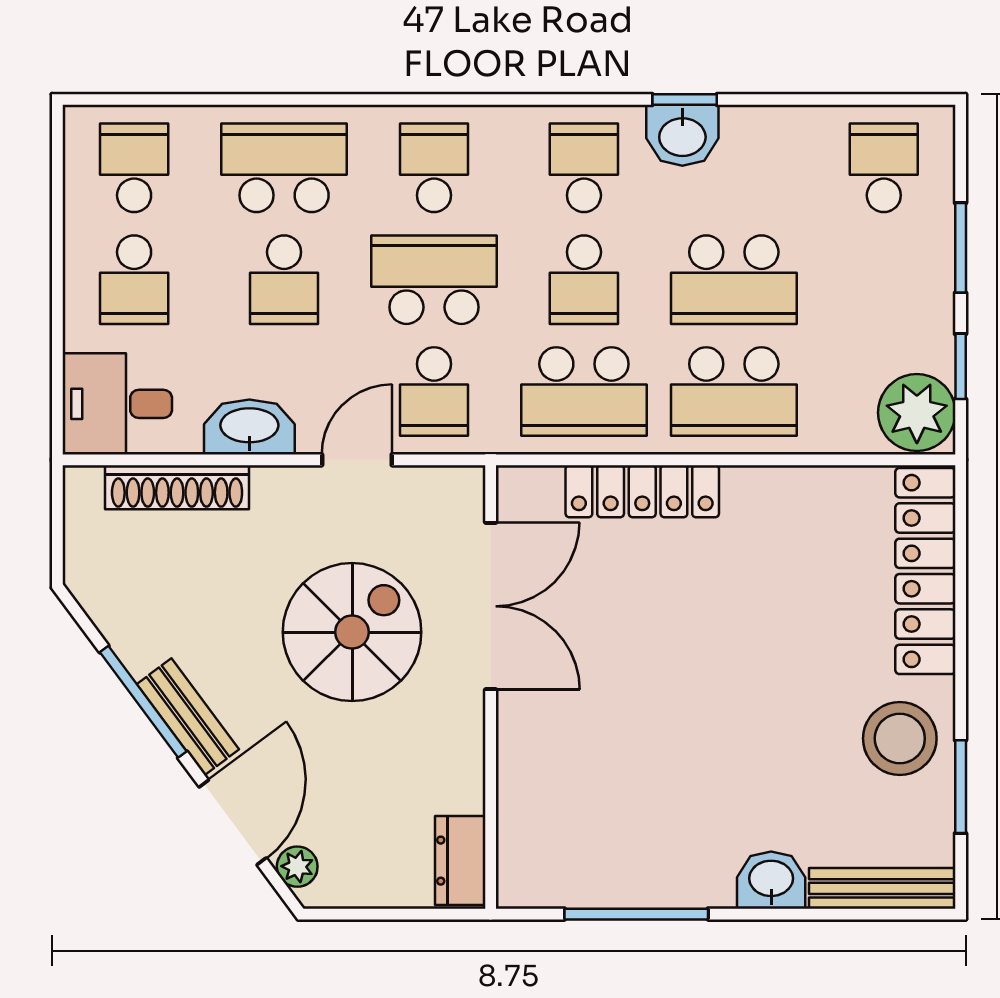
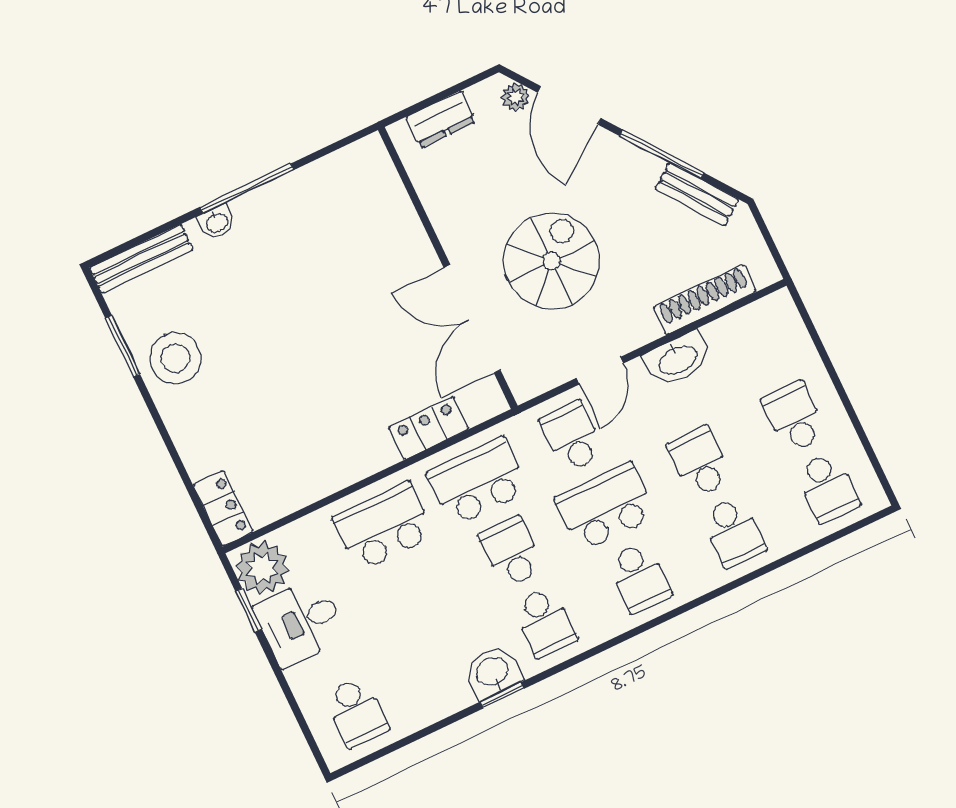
school desk: (284, 168) -> (733, 532), width x0.54
window: (961, 248) -> (284, 685), removed
school desk: (434, 280) -> (606, 507), turned 180
school desk: (734, 280) -> (417, 597), removed
desk: (117, 404) -> (300, 622), moved, turned 180
locker: (642, 491) -> (428, 428), width x0.66
locker: (925, 571) -> (223, 508), width x0.46, depth x0.83
spiral stairs: (352, 632) -> (551, 261), turned 180
bench: (188, 717) -> (697, 194), moved
dresser: (460, 861) -> (441, 119), moved, turned 90
washbasin: (771, 880) -> (217, 222), width x0.72, depth x0.69
window: (636, 914) -> (247, 188), moved

